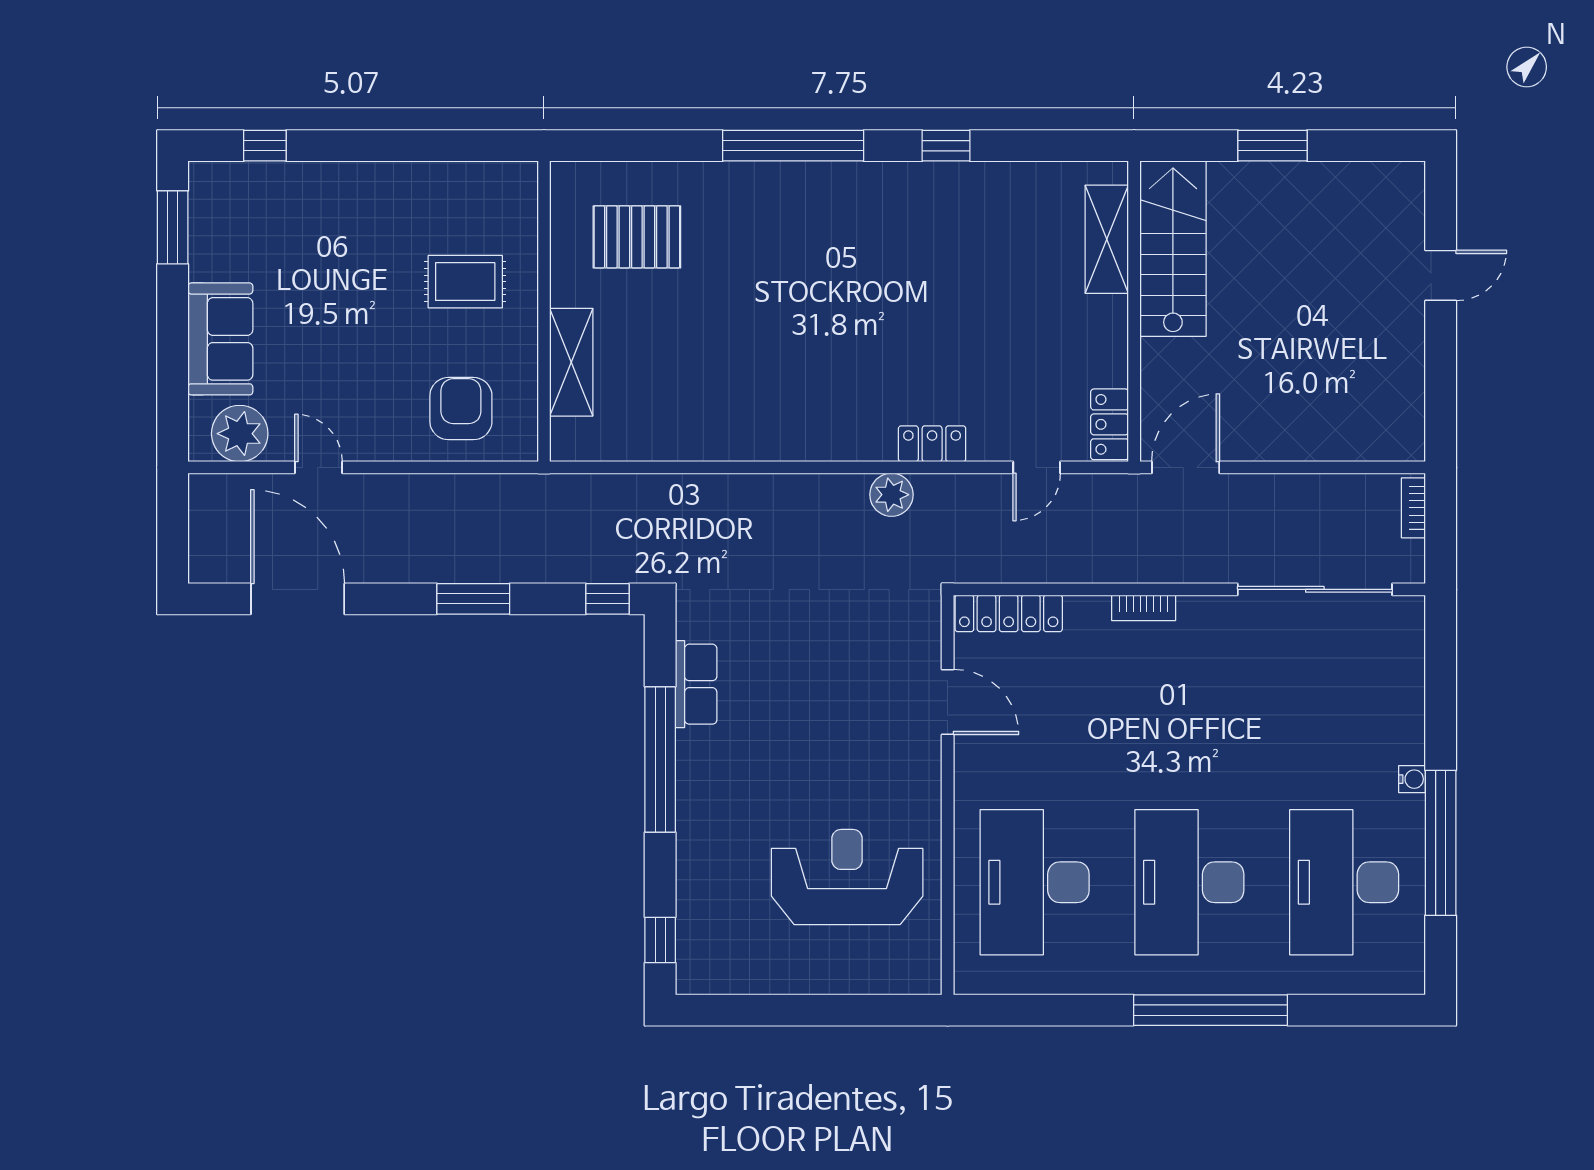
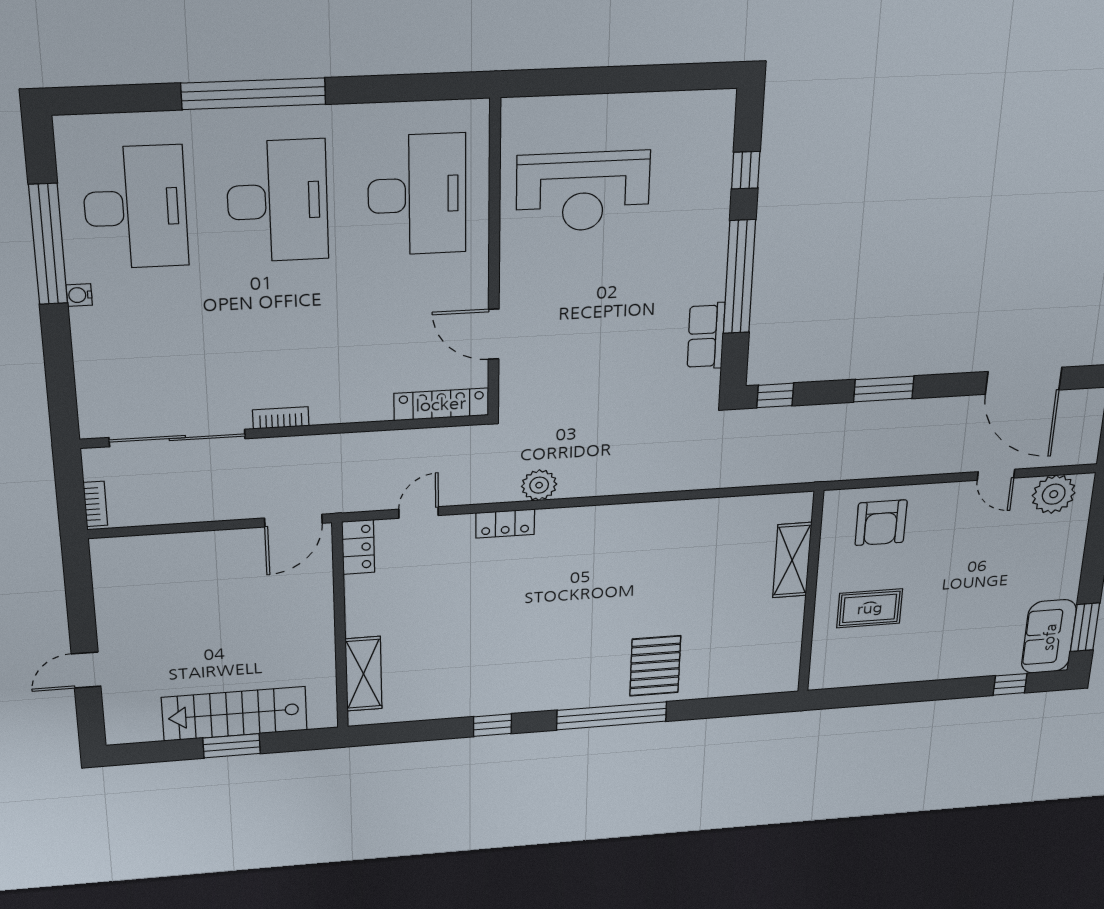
pallet: (637, 237) -> (655, 666), moved, turned 90
stairs: (1173, 249) -> (235, 714), moved, turned 90
sofa: (220, 339) -> (1049, 637), moved
bookcase: (1144, 608) -> (281, 418), moved
window: (660, 940) -> (746, 170), moved

